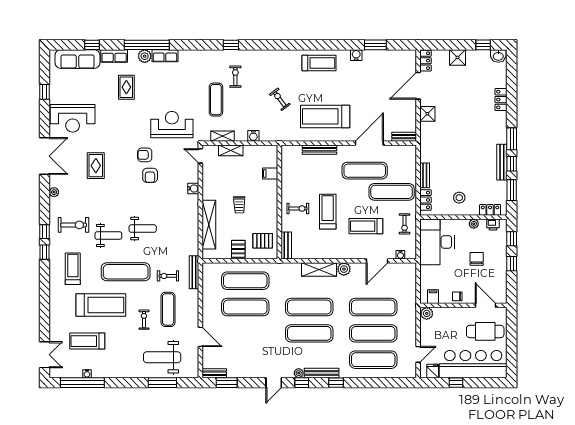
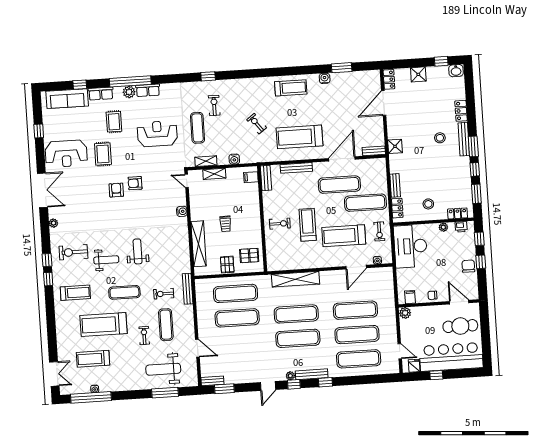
shower: (427, 114) -> (395, 146), moved
reception desk: (172, 125) -> (157, 134), moved
stool: (476, 127) -> (440, 138), added
bench: (502, 162) -> (464, 139), moved
rug: (96, 166) -> (103, 154), moved
filing cabinet: (270, 173) -> (251, 177), moved
armchair: (150, 175) -> (116, 190), moved, turned 180
exercise bike: (74, 225) -> (73, 252), turned 180
treadmill: (366, 226) -> (344, 236), width x1.37, depth x1.38
weight bench: (143, 229) -> (138, 251), turned -90
bench: (286, 245) -> (266, 178), moved
chair: (477, 259) -> (468, 266), moved
treadmill: (73, 269) -> (75, 293), turned 90
plant: (344, 269) -> (326, 277), removed
shelving: (319, 270) -> (295, 279), width x1.47
exercise mat: (126, 272) -> (124, 292), width x0.73, depth x0.69
treadmill: (101, 305) -> (104, 325), turned 180
door: (418, 354) -> (400, 351), hinge flipped

